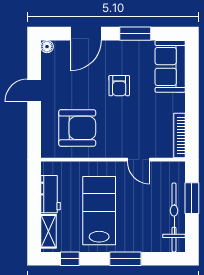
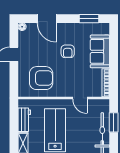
door: (86, 34) -> (47, 19), hinge flipped
window: (135, 34) -> (89, 19), moved
sofa: (170, 66) -> (100, 51), moved

